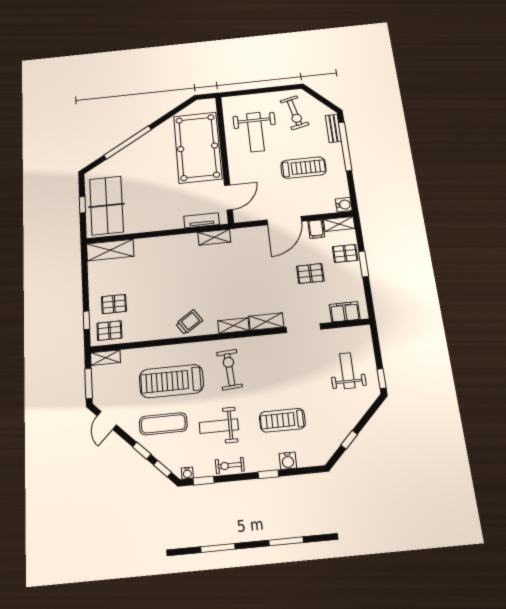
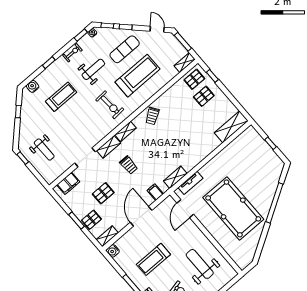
pool table: (198, 147) -> (233, 208), moved
table tennis table: (106, 205) -> (255, 153), removed
filing cabinet: (316, 229) -> (155, 192), moved
trolley: (258, 285) -> (129, 165), added
water cooler: (288, 461) -> (33, 86), moved

